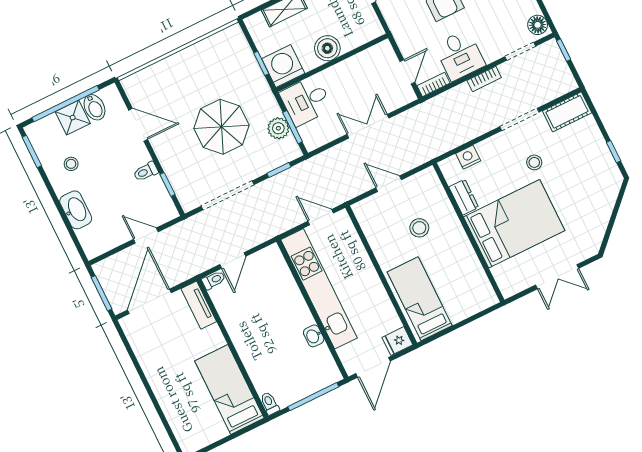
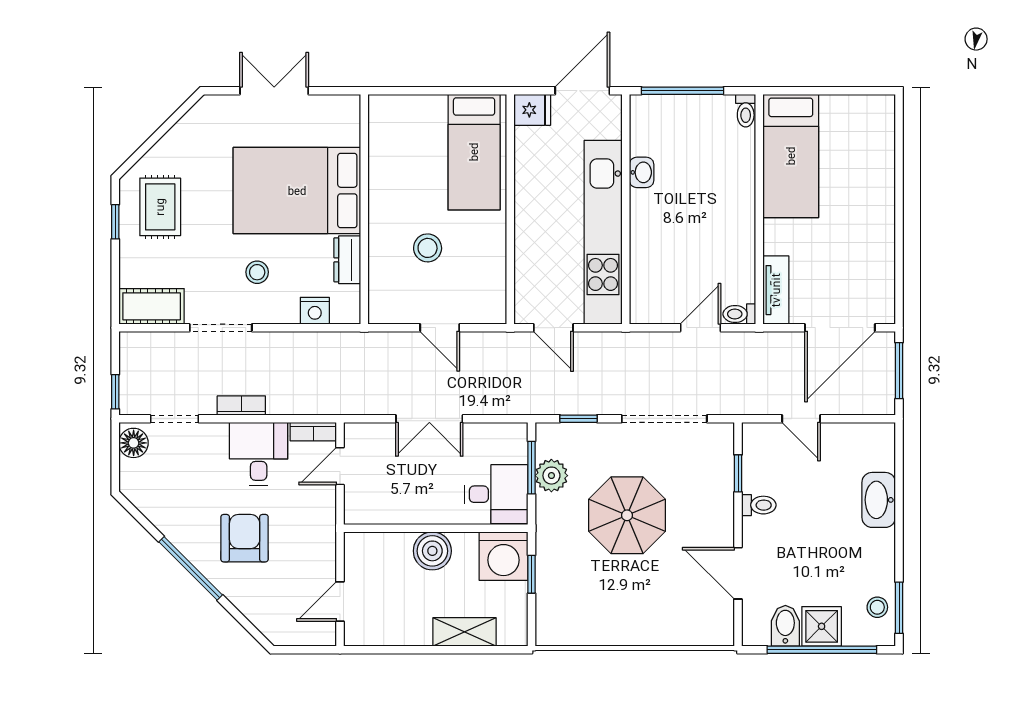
stool: (534, 162) -> (257, 272), moved
stool: (71, 164) -> (877, 607), moved
rug: (591, 174) -> (160, 207), added

